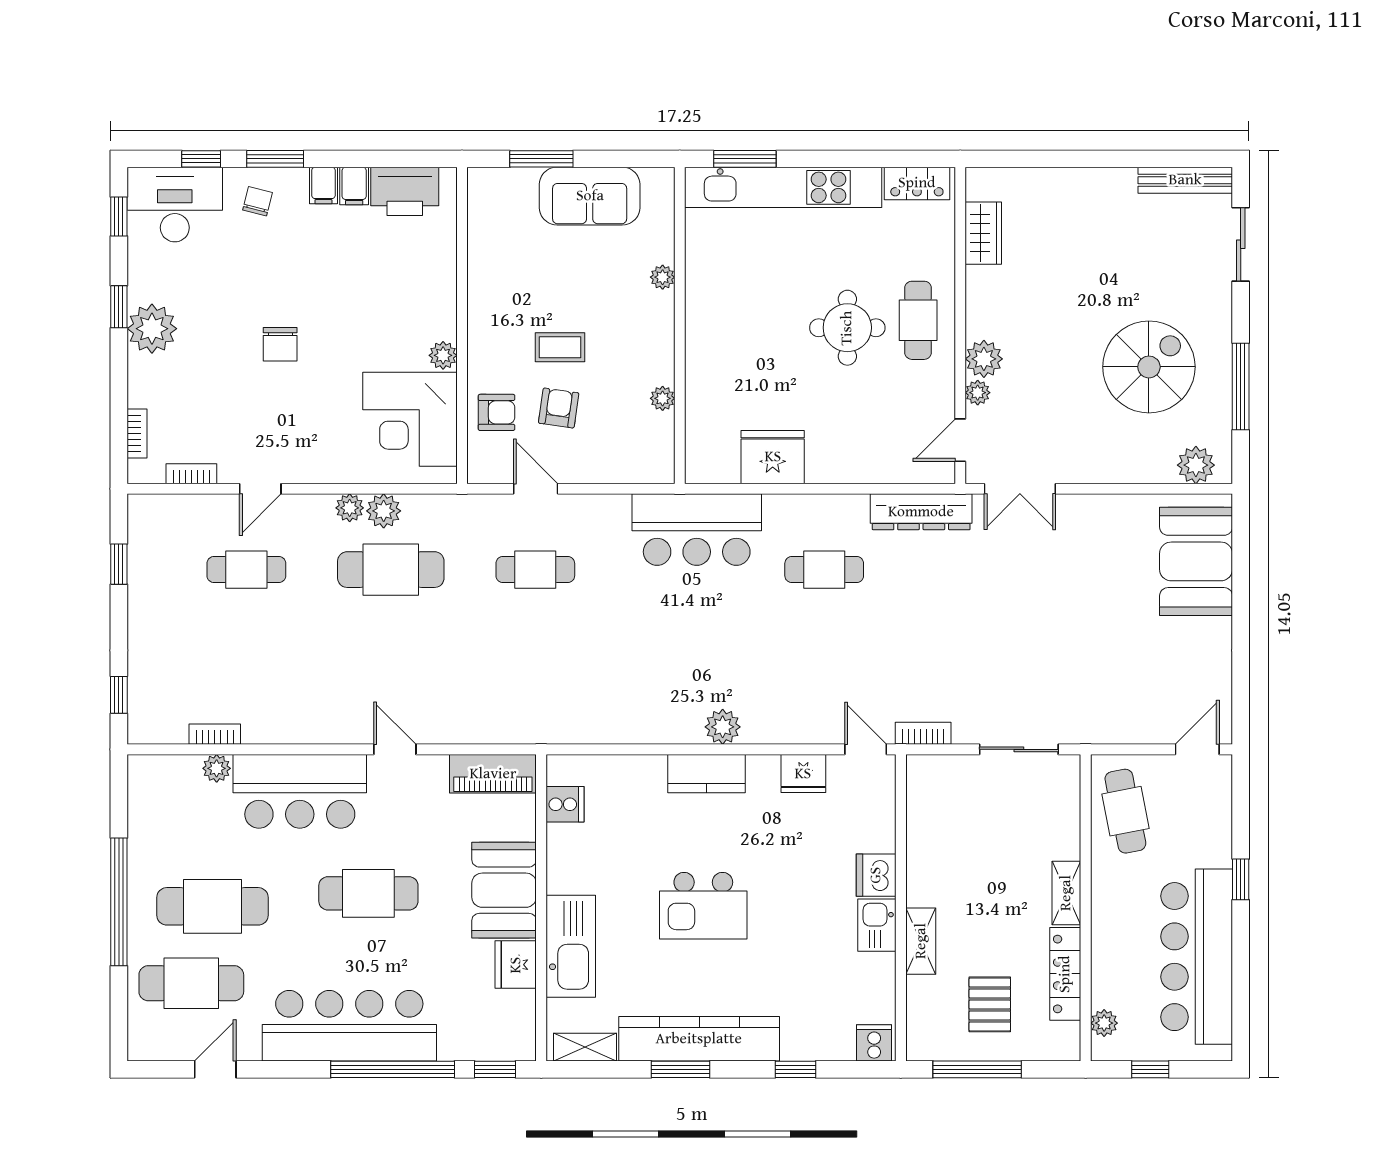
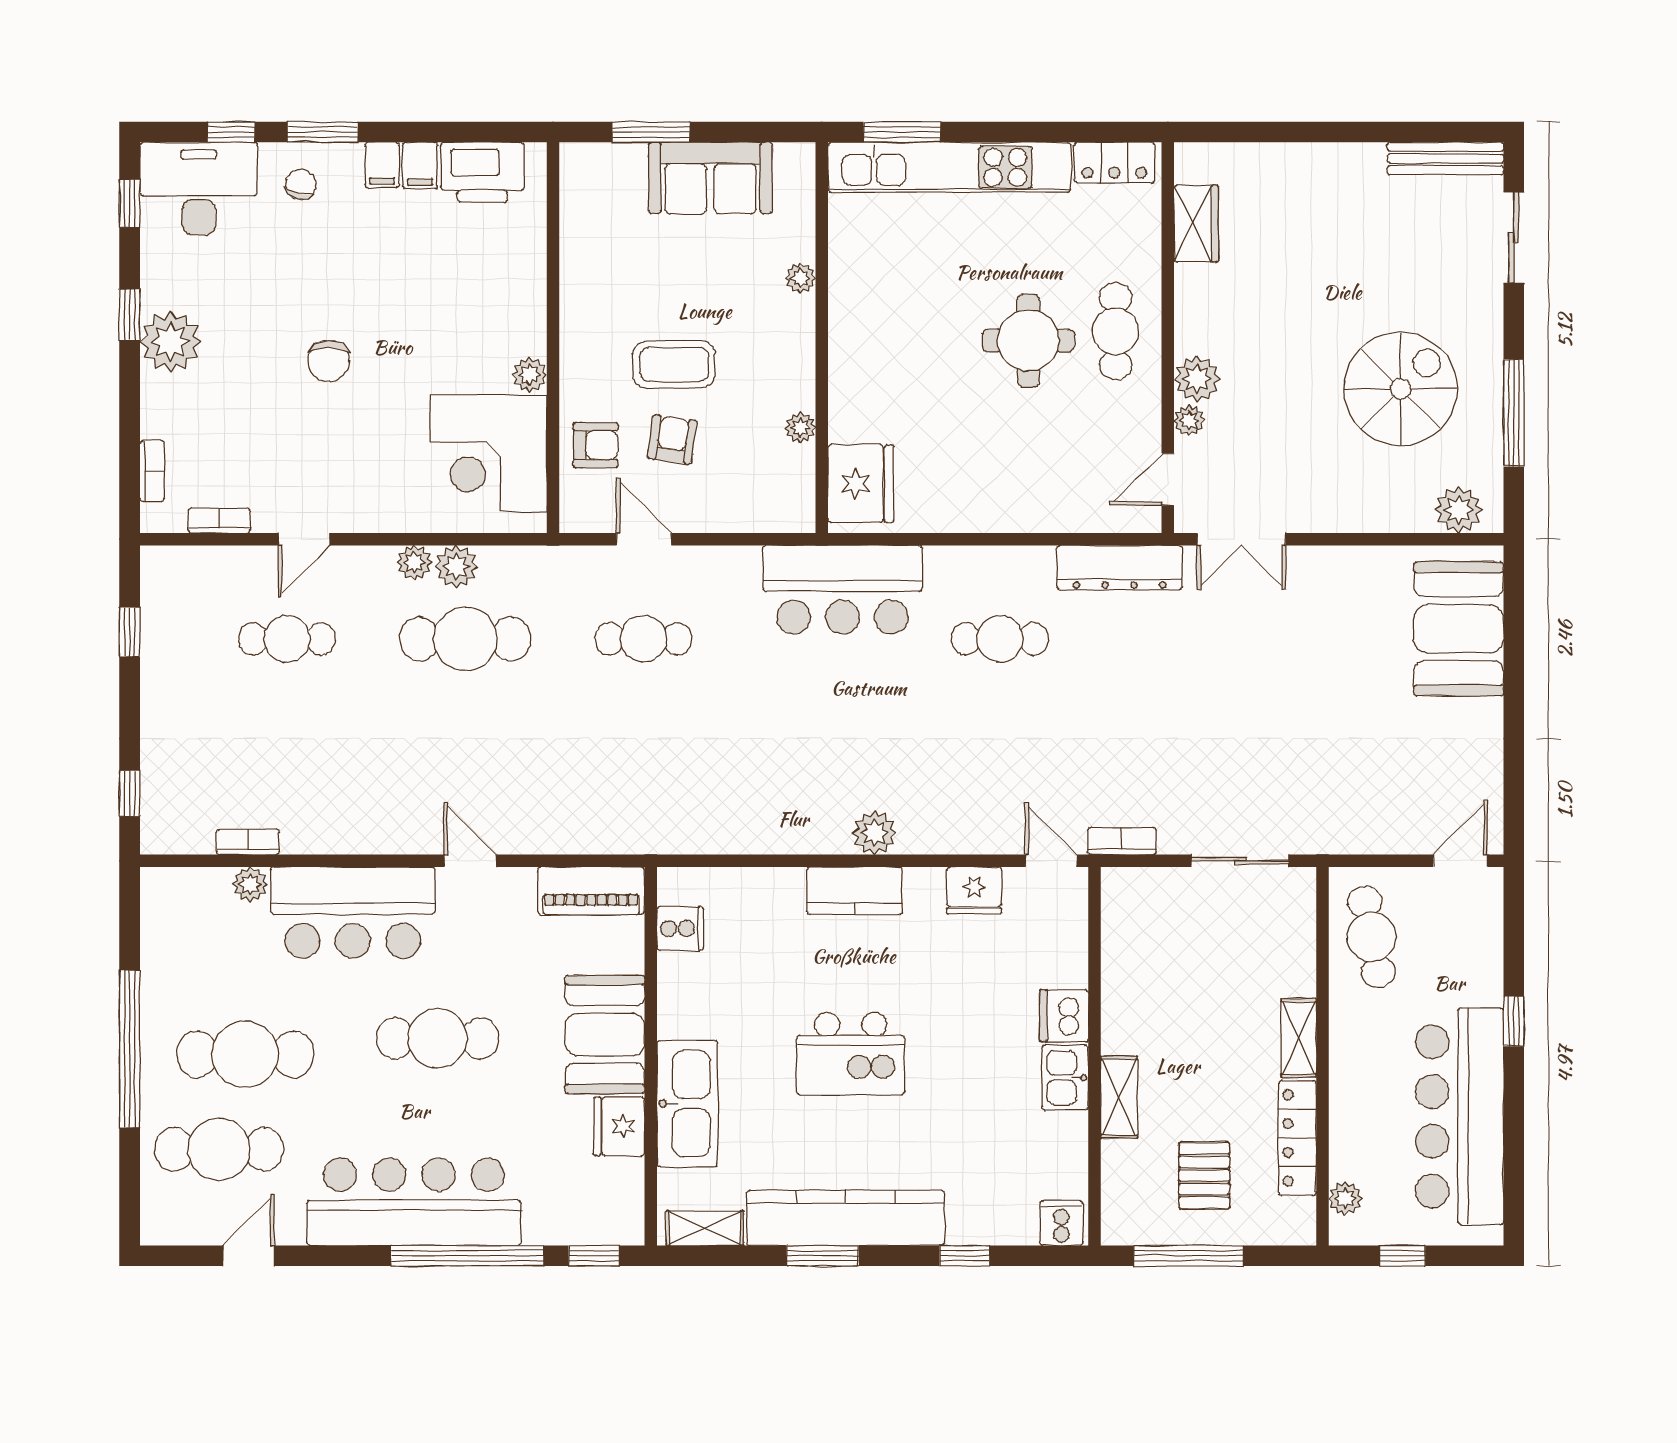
coffee table: (560, 347) -> (674, 365), width x1.36, depth x1.30
fridge: (773, 457) -> (861, 484), moved, turned 90

